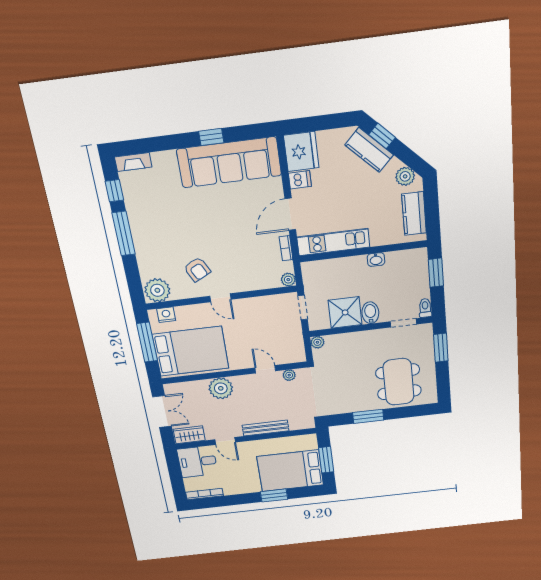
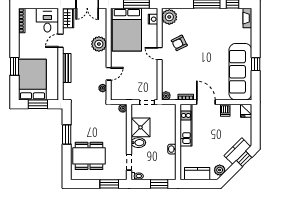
fridge: (301, 152) -> (246, 111), width x0.53, depth x0.75
door: (220, 298) -> (160, 54), hinge flipped

